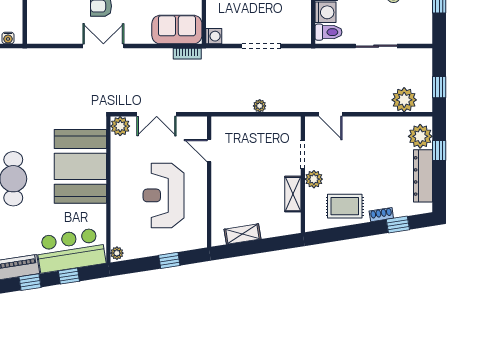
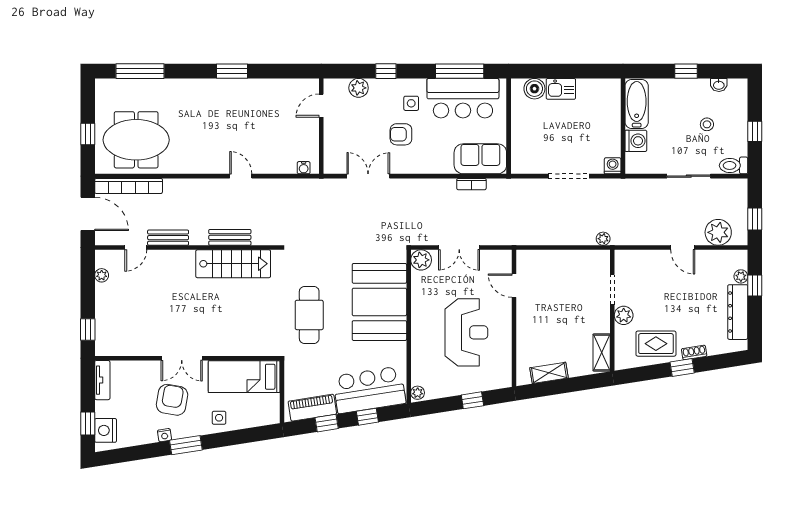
toilet: (329, 32) -> (734, 165), moved, turned 180
washing machine: (214, 36) -> (613, 166), moved, turned -90
double door: (103, 46) -> (368, 176), moved
bookcase: (187, 54) -> (471, 184), moved
plant: (260, 106) -> (603, 239), moved
door: (331, 114) -> (683, 248), moved
plant: (420, 136) -> (741, 276), width x0.53, depth x0.53
shelving: (293, 194) -> (602, 352), moved
reception desk: (164, 195) -> (466, 332), turned 180
window: (398, 225) -> (682, 367), moved

